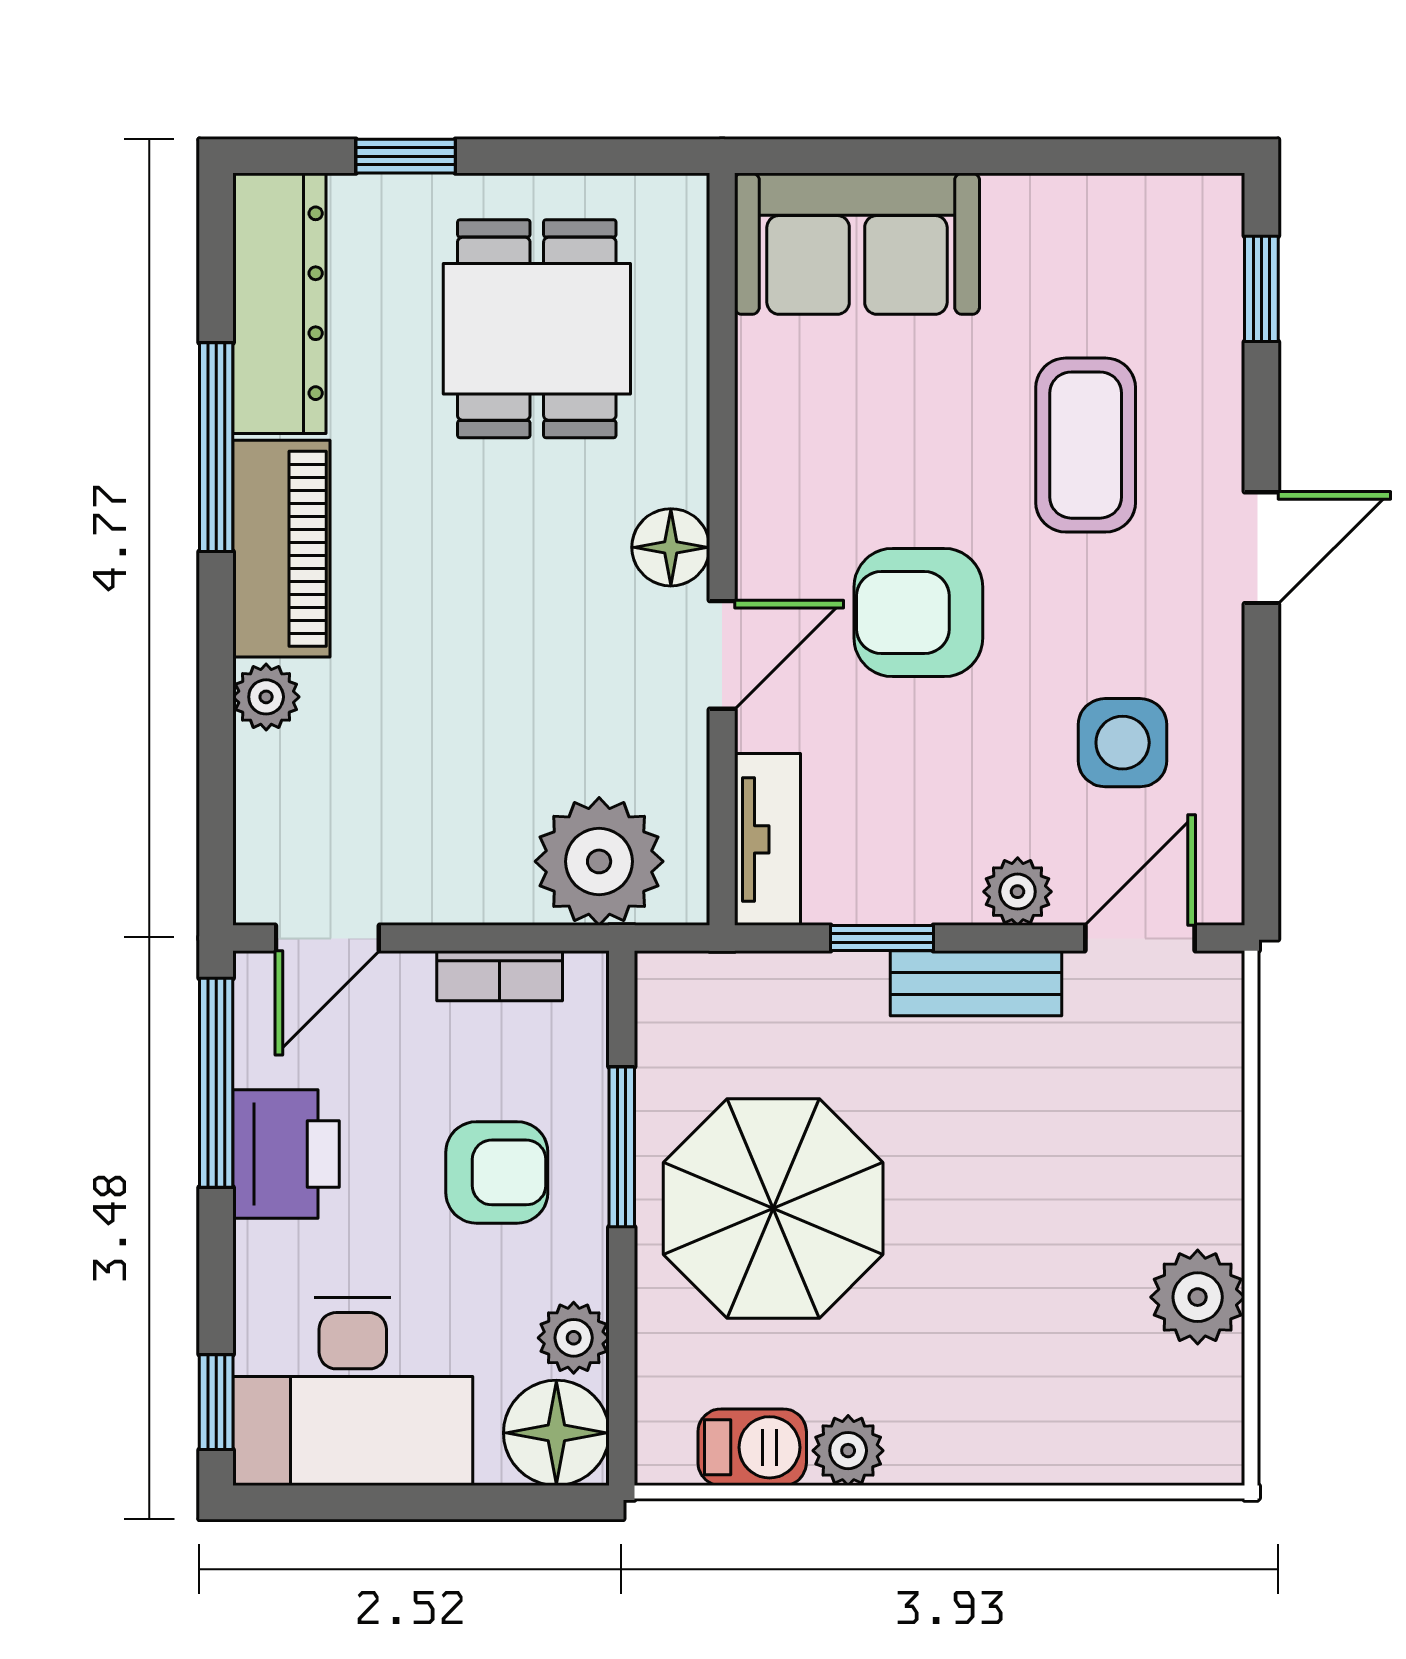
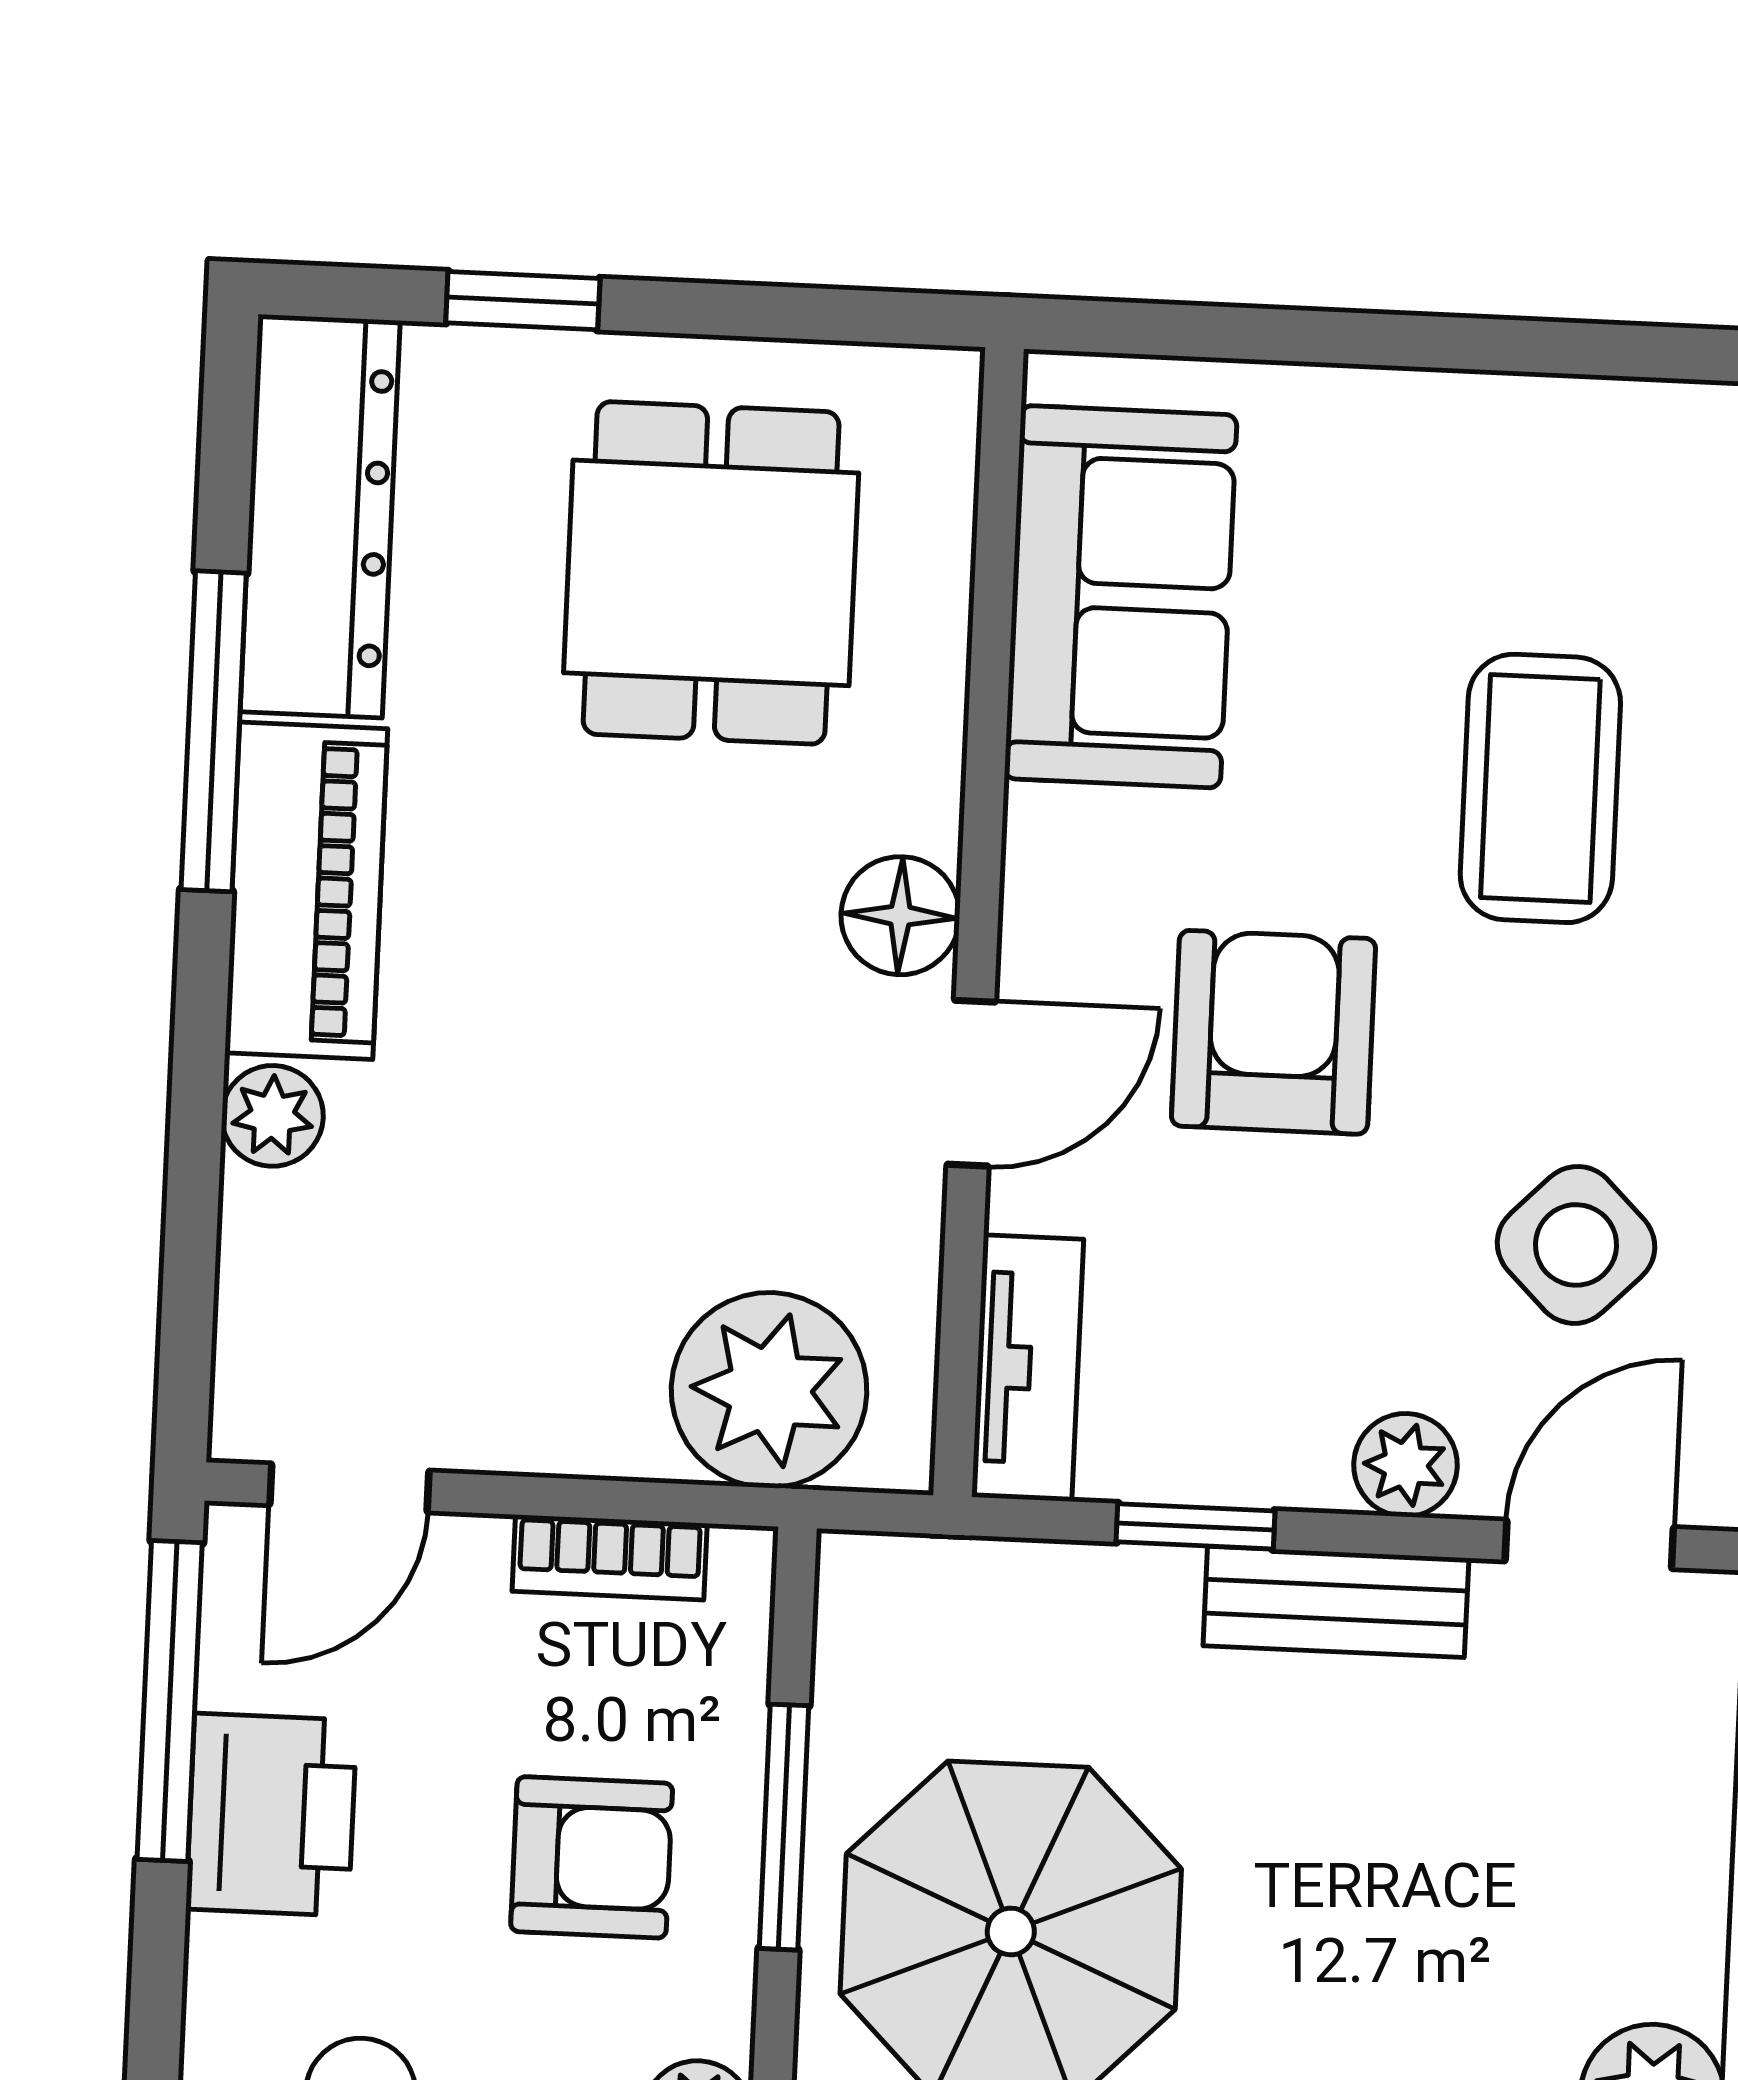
sofa: (857, 244) -> (1121, 597), moved, turned -90
armchair: (918, 613) -> (1273, 1032), turned 90
side table: (1123, 743) -> (1576, 1245), turned 45

